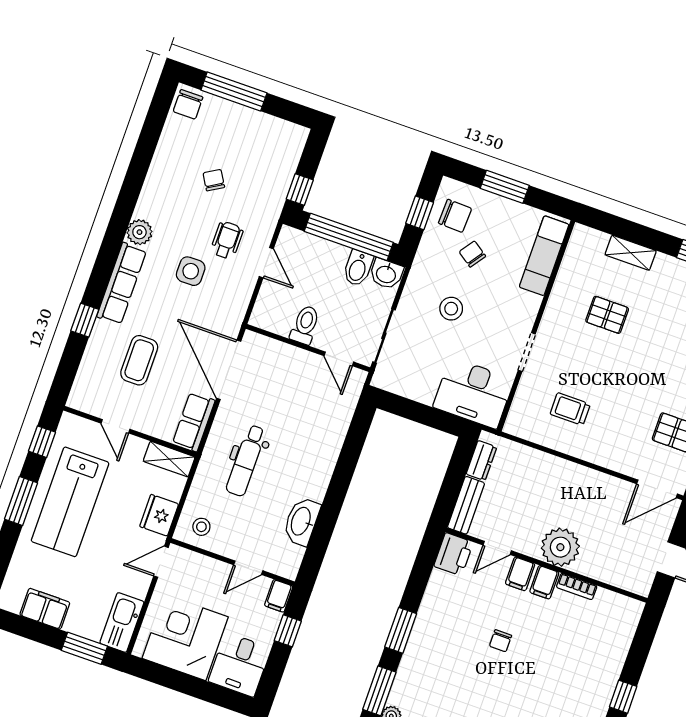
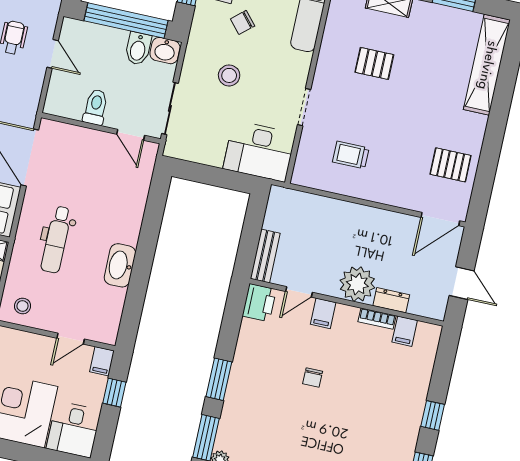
chair: (472, 254) -> (243, 22), turned -76
dresser: (481, 461) -> (391, 300), moved, turned -90
washbasin: (301, 521) -> (120, 265), moved
filing cabinet: (544, 582) -> (405, 331), moved

